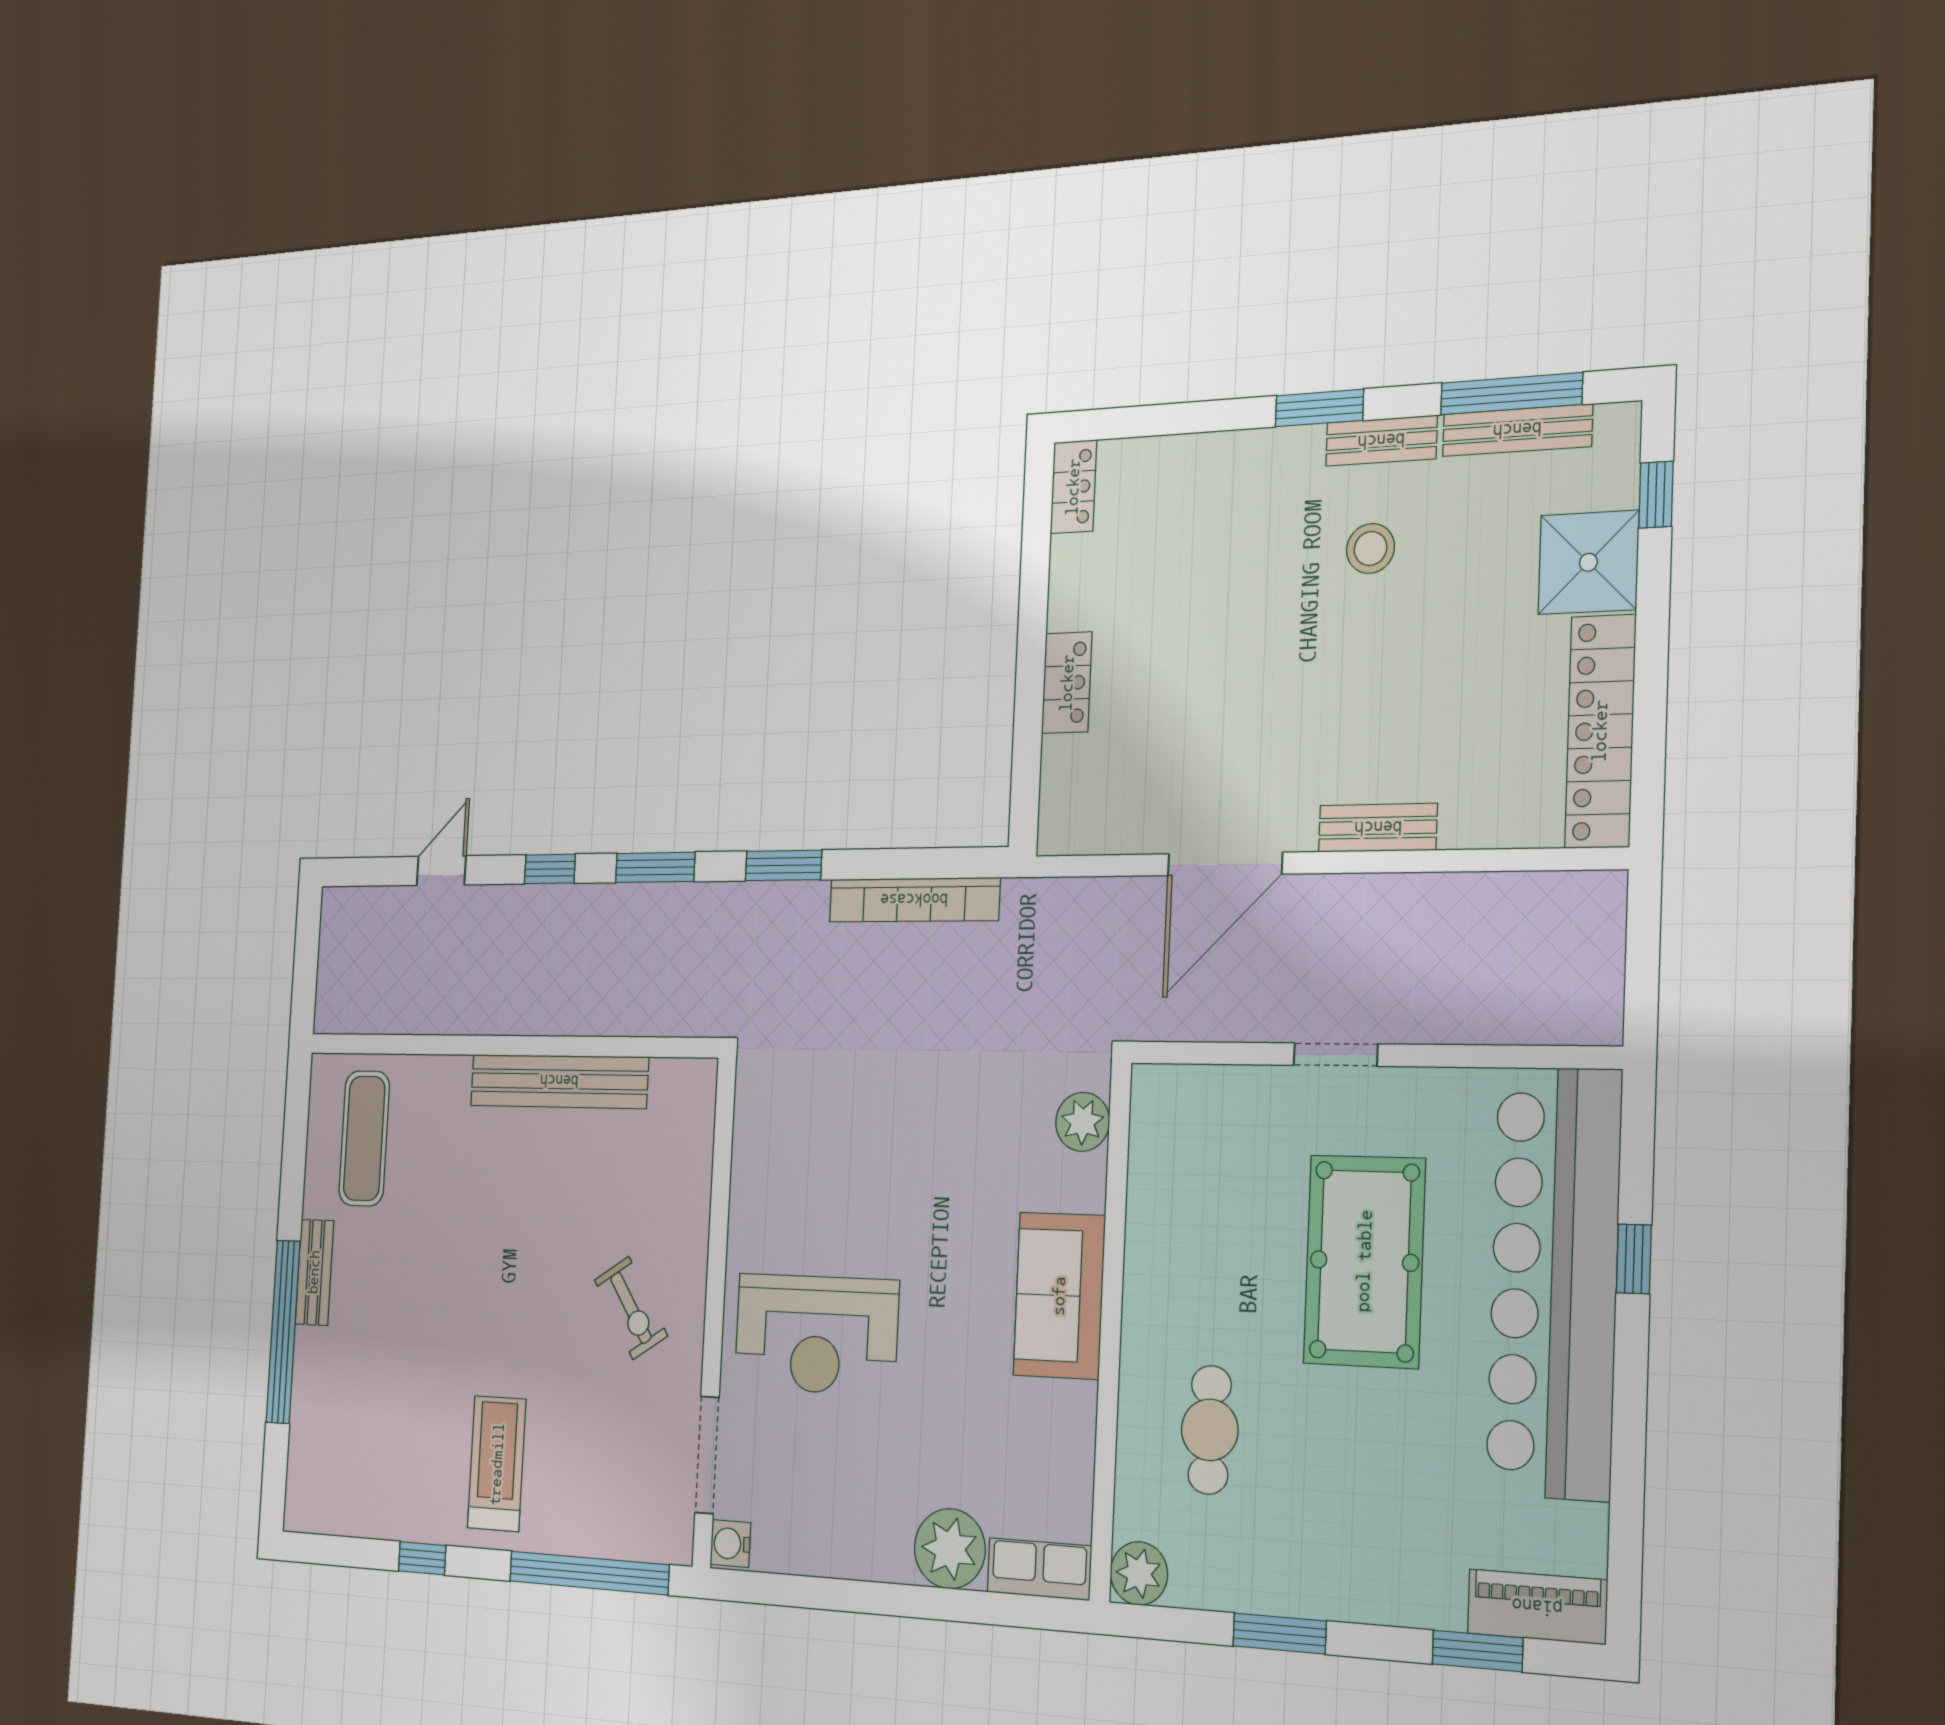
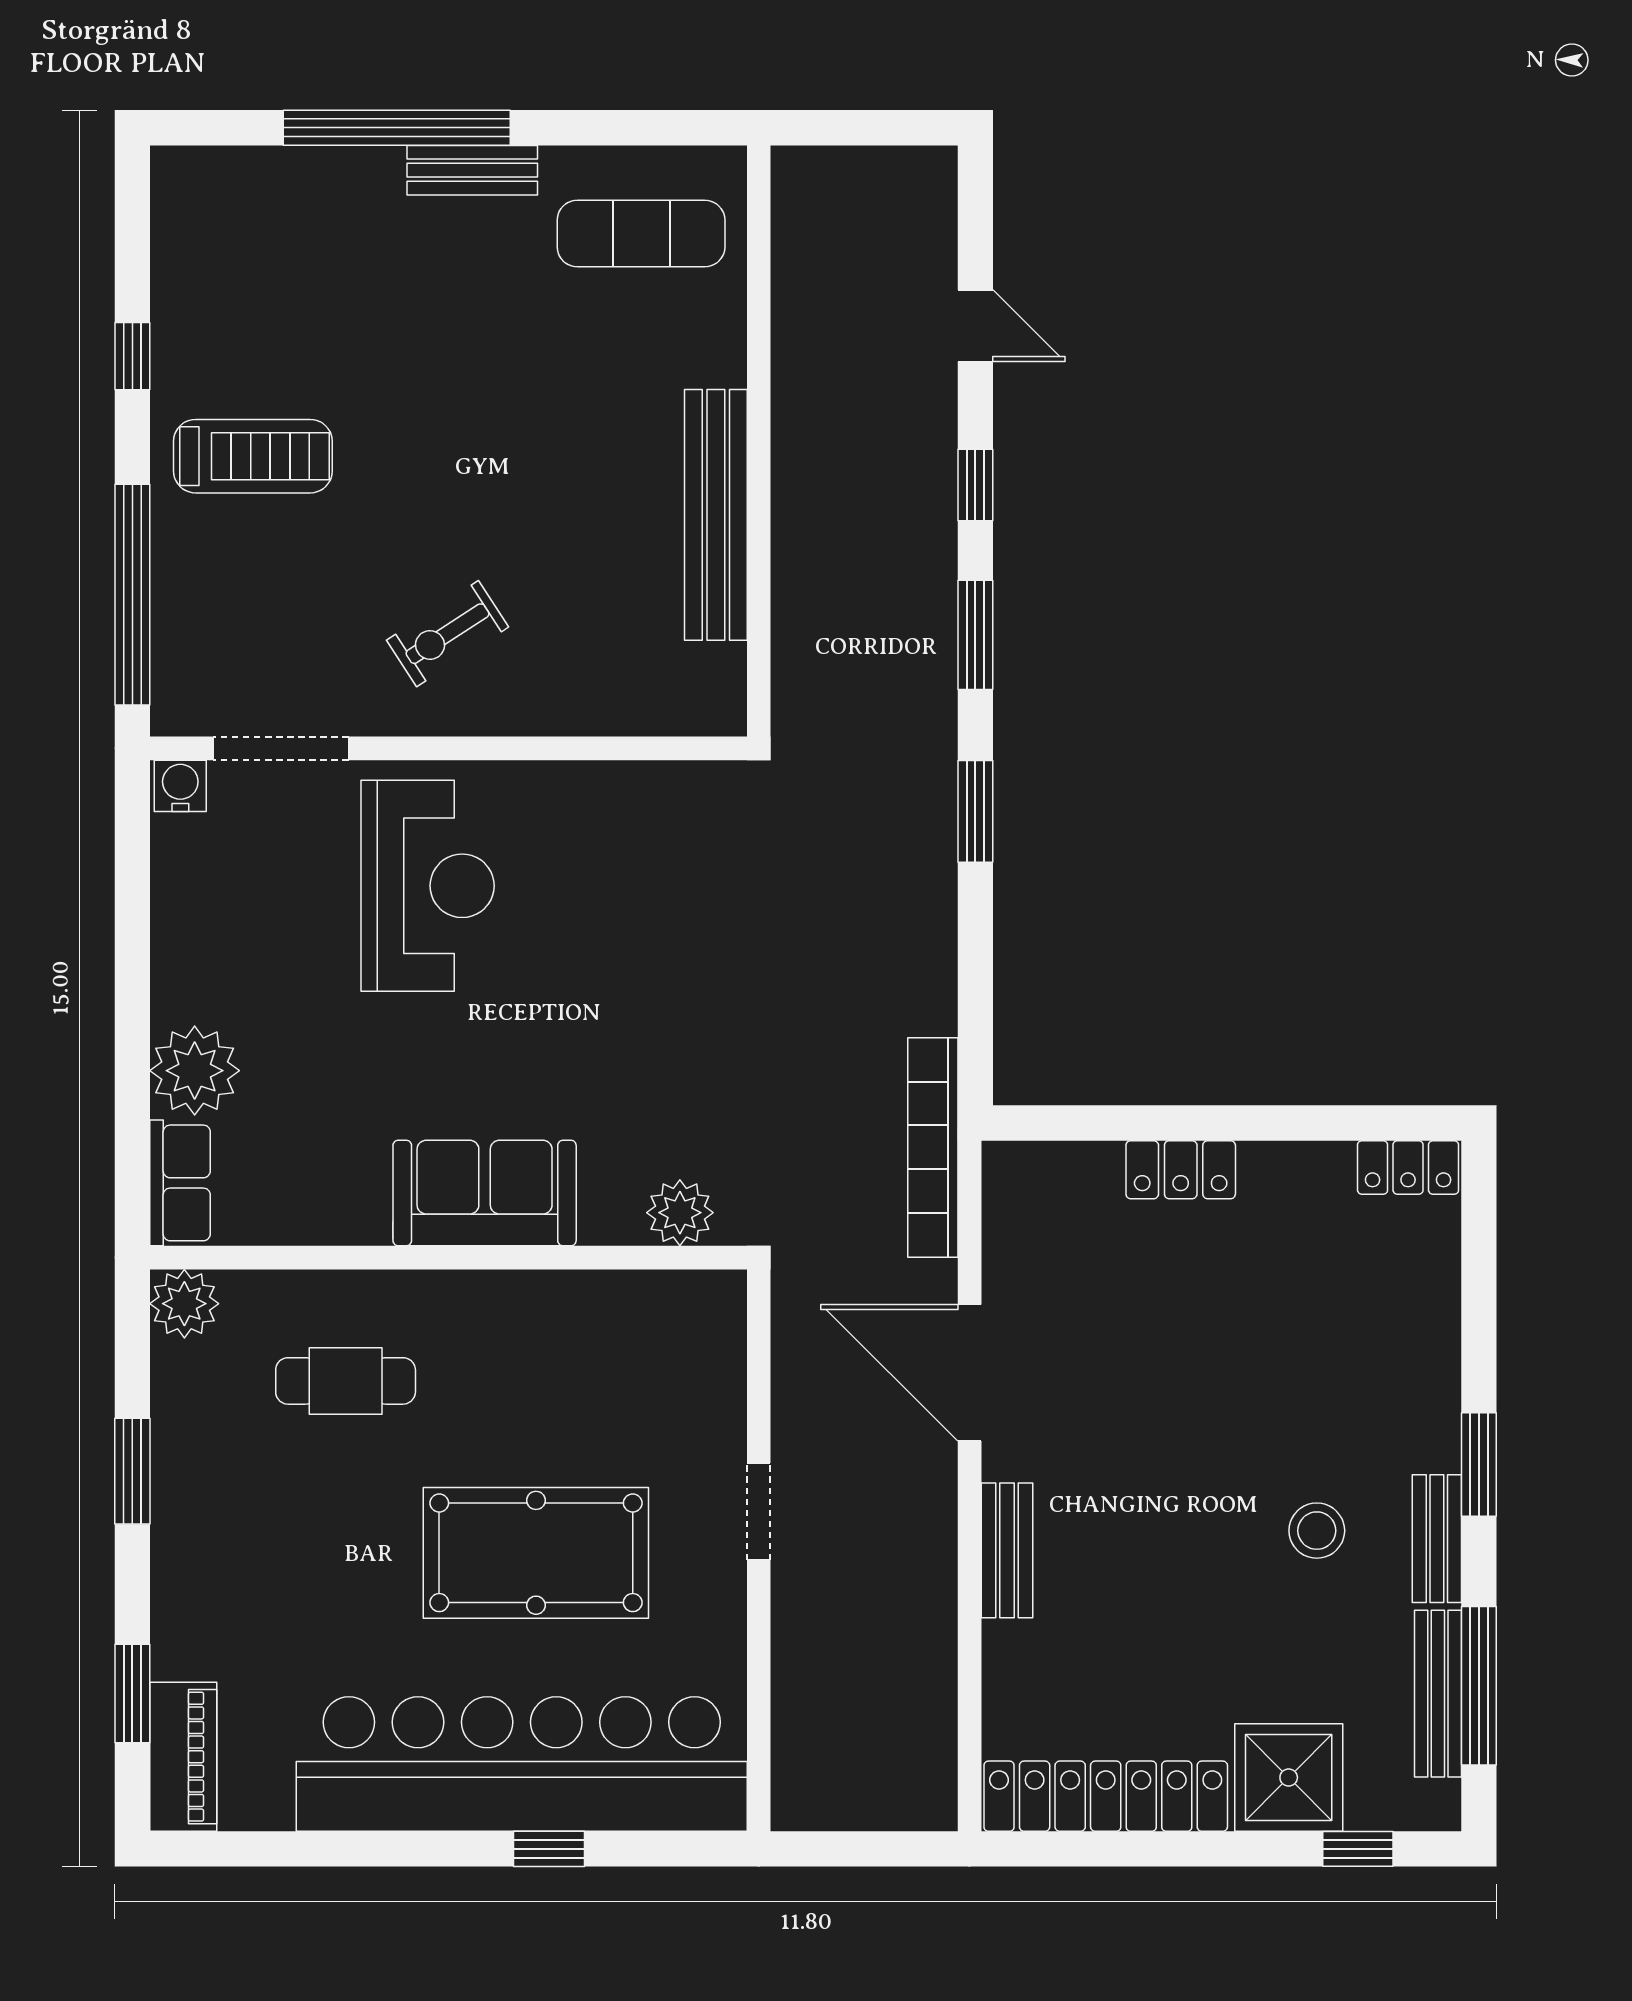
bookcase: (914, 900) -> (933, 1147), moved
reception desk: (816, 1334) -> (428, 886), turned 180

